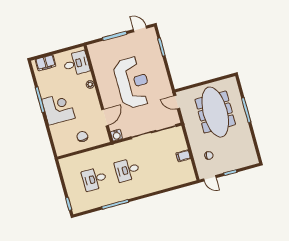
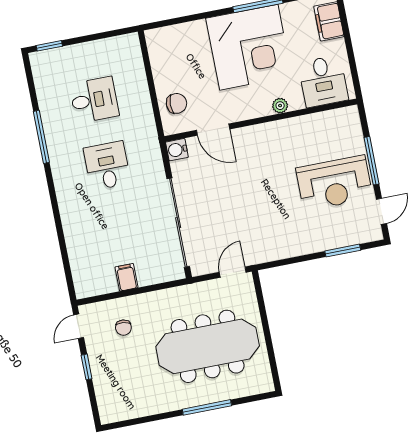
reception desk: (132, 82) -> (334, 183), moved, width x0.74, depth x0.77
corner desk: (58, 109) -> (249, 47), width x1.36, depth x1.36
chair: (82, 137) -> (177, 103), moved
desk: (94, 179) -> (94, 100), turned 90

